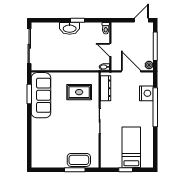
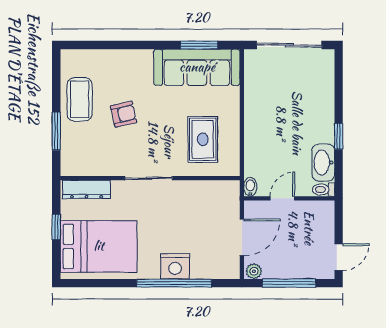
door: (141, 20) -> (339, 257), hinge flipped
washbasin: (70, 28) -> (323, 163), moved
dresser: (106, 88) -> (87, 189), moved
nightstand: (146, 93) -> (175, 266), moved
armchair: (66, 134) -> (124, 114), added
bed: (131, 147) -> (99, 246), width x1.50
coffee table: (79, 160) -> (80, 99), moved

